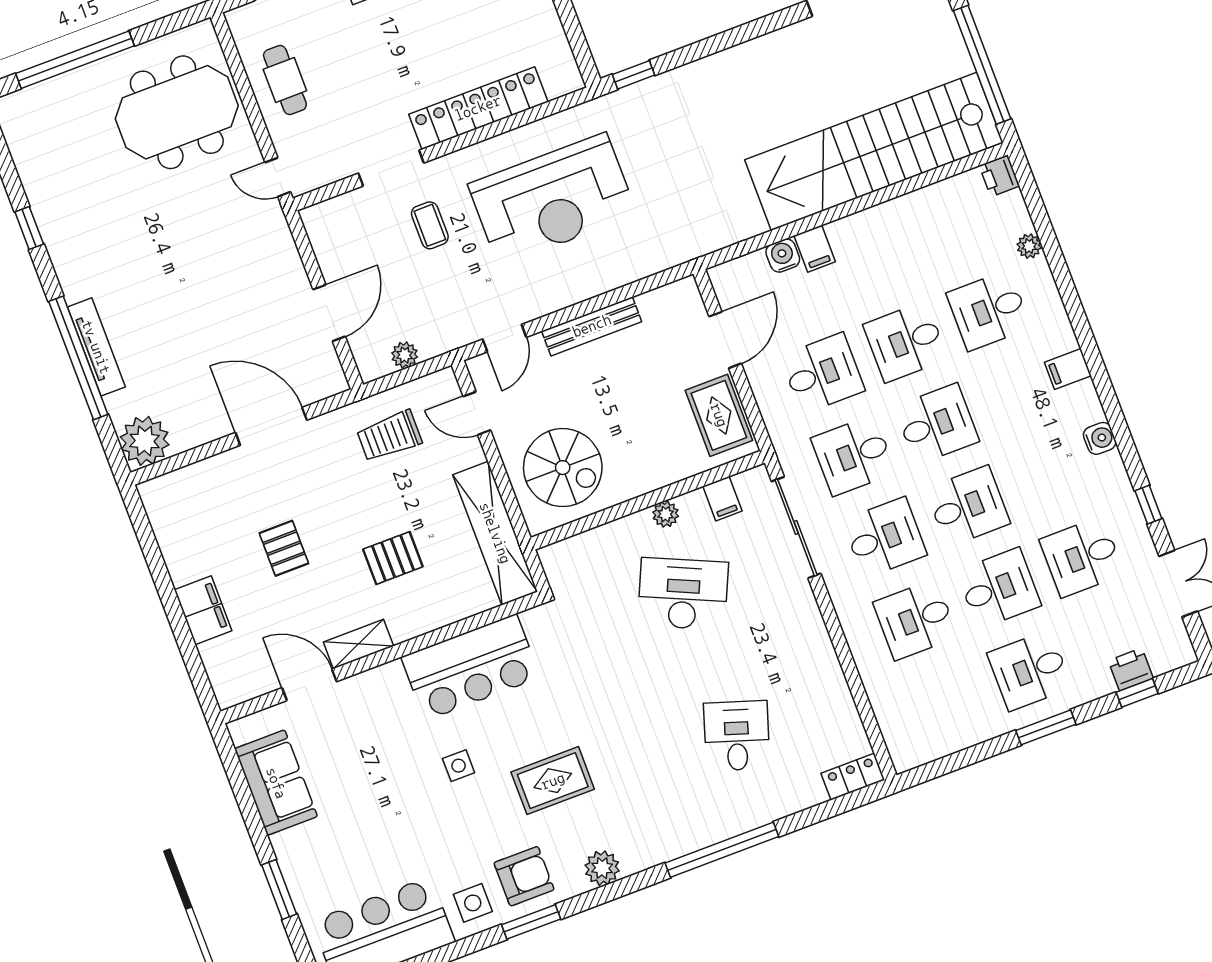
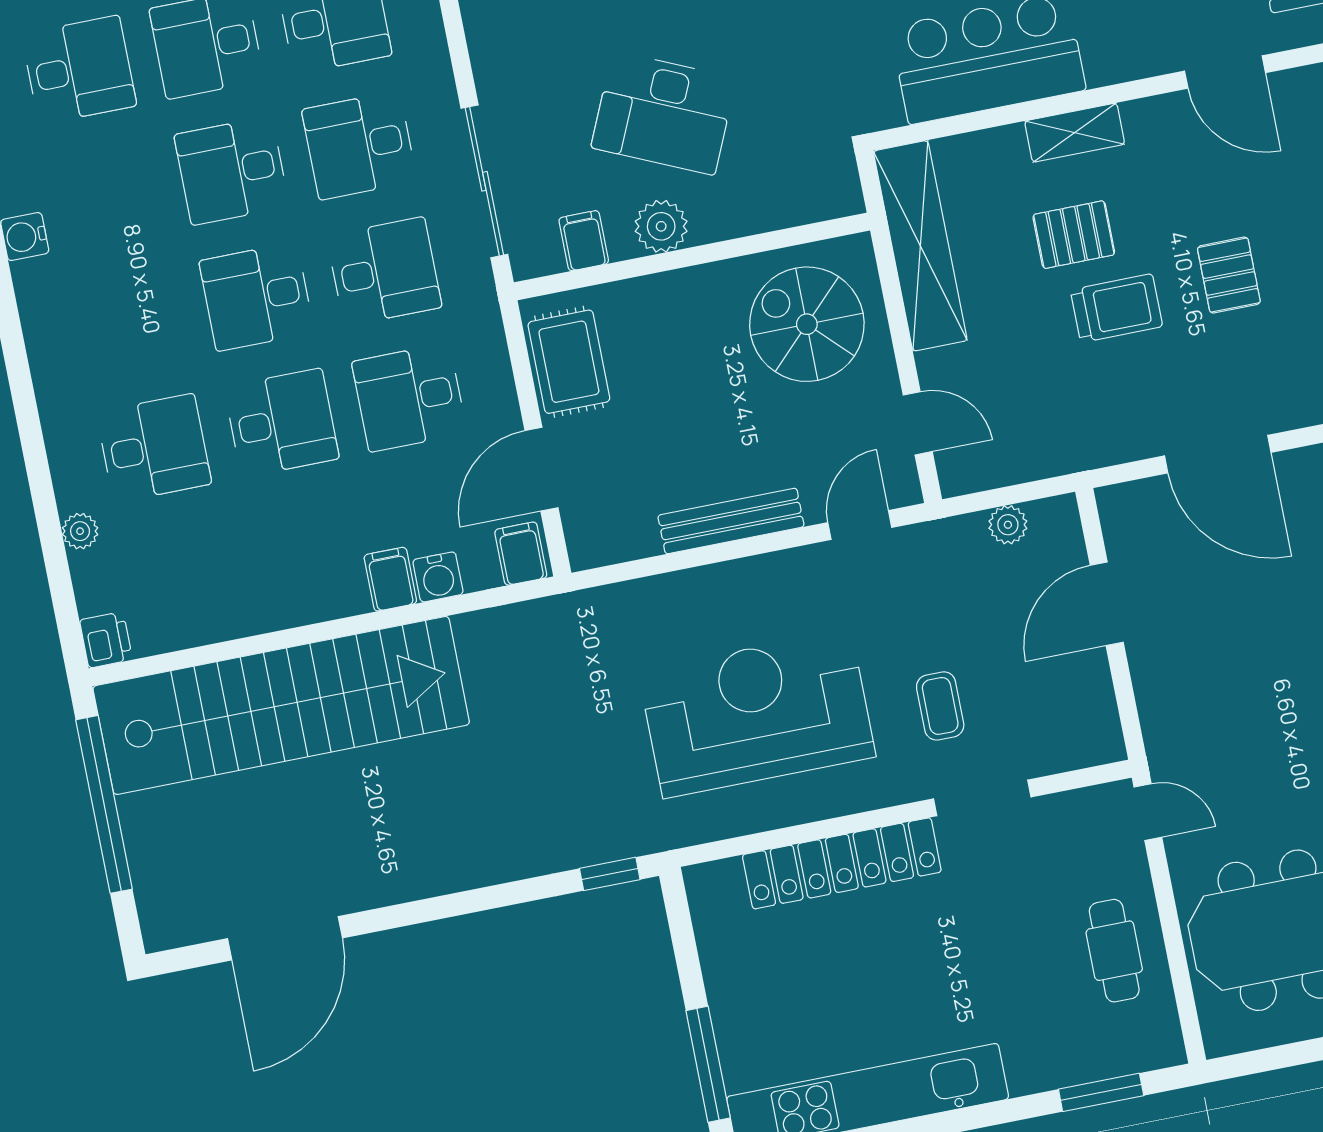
filing cabinet: (1068, 369) -> (521, 554), moved, turned -90
trolley: (389, 436) -> (1116, 308), moved
plant: (666, 514) -> (661, 226), width x1.38, depth x1.38
shelving: (358, 644) -> (1075, 133), moved

